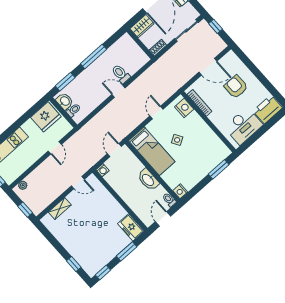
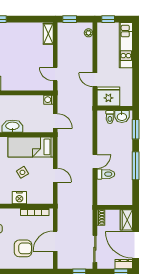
nightstand: (184, 108) -> (19, 198), moved
fridge: (46, 117) -> (108, 96), moved, turned 90
door: (78, 183) -> (55, 74), hinge flipped
shelving: (60, 208) -> (48, 34), moved

